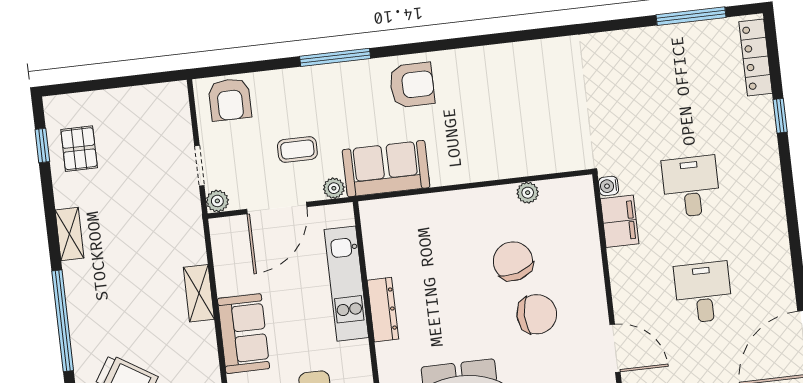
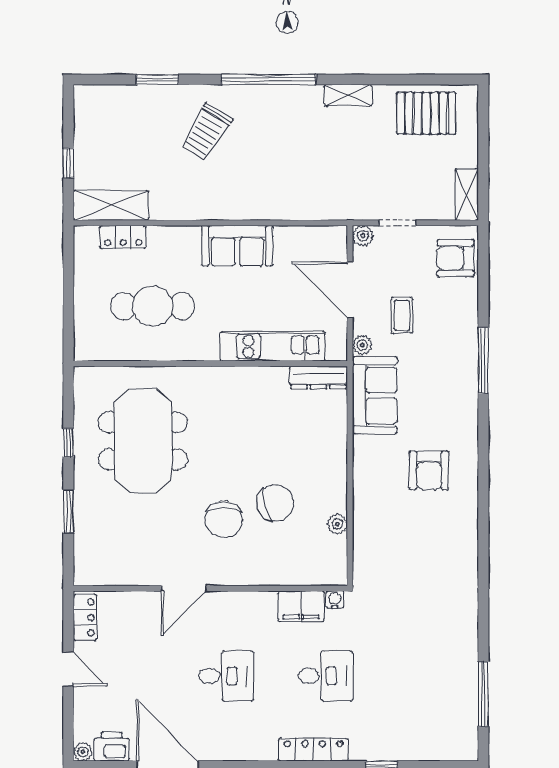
locker: (756, 57) -> (314, 750), moved
armchair: (412, 85) -> (429, 470), moved
window: (42, 146) -> (433, 80), removed
pallet: (79, 149) -> (426, 113), width x1.50, depth x1.42
shelving: (199, 293) -> (467, 195), moved, turned 90
dresser: (383, 310) -> (318, 377), moved

